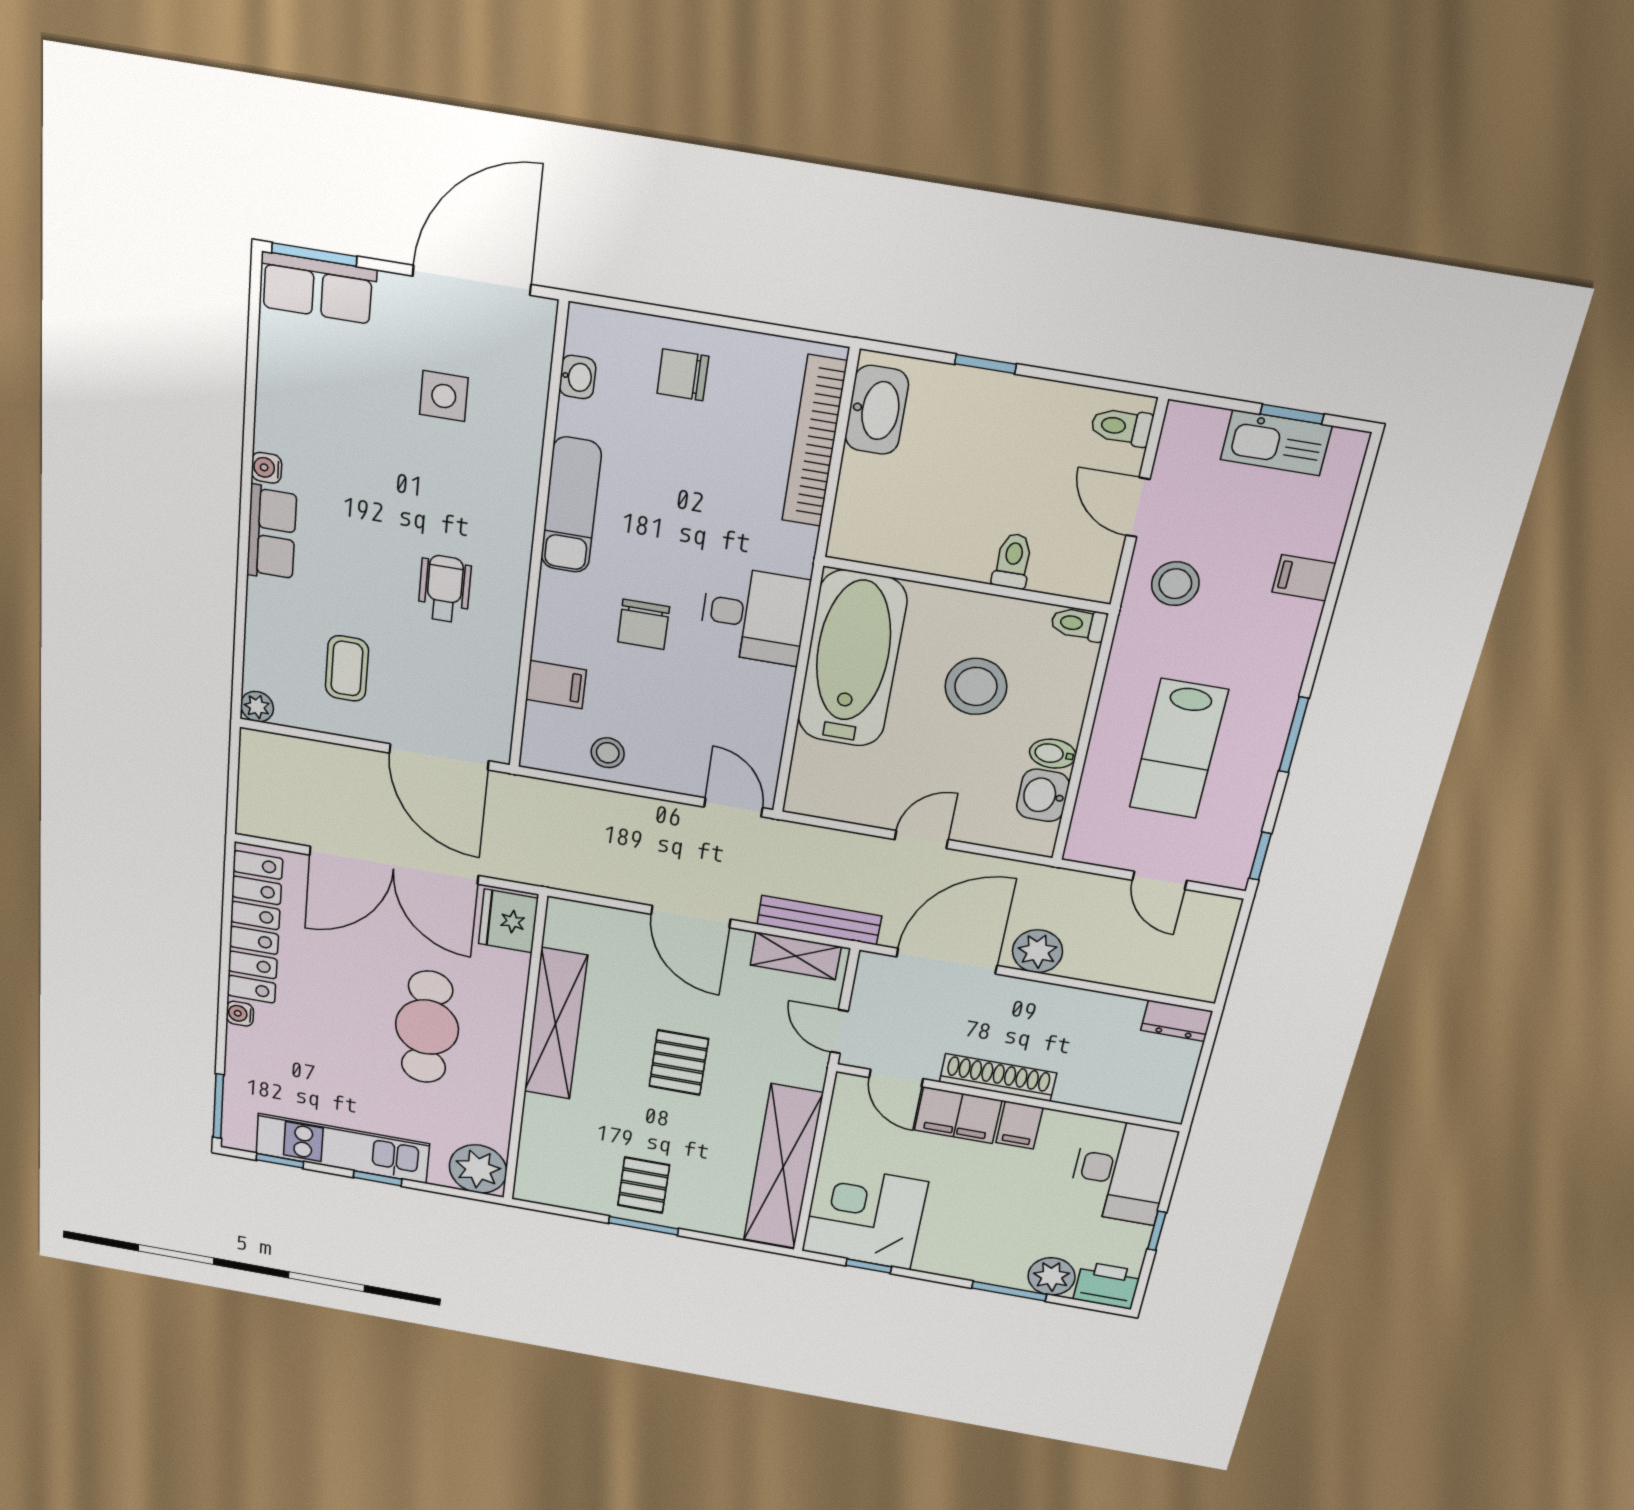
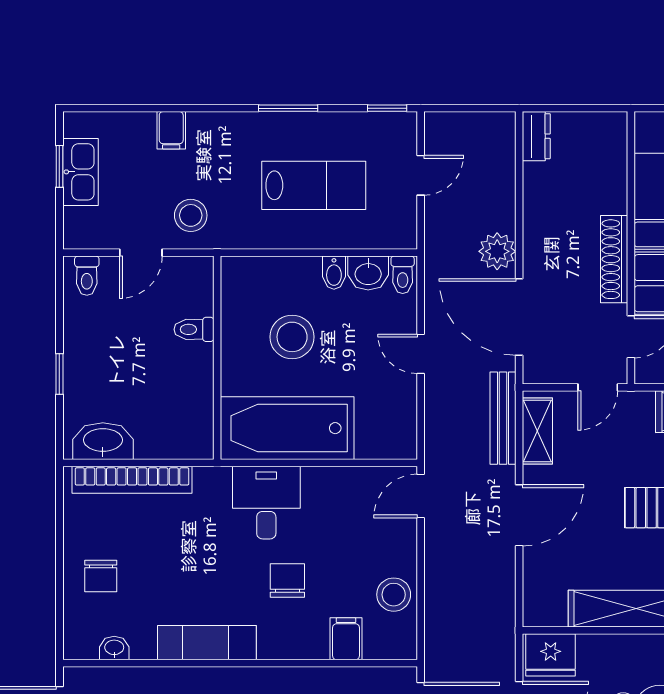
chair: (644, 624) -> (287, 581), turned -90
toilet: (1079, 624) -> (403, 275), moved
stool: (608, 753) -> (394, 595), width x1.37, depth x1.37

